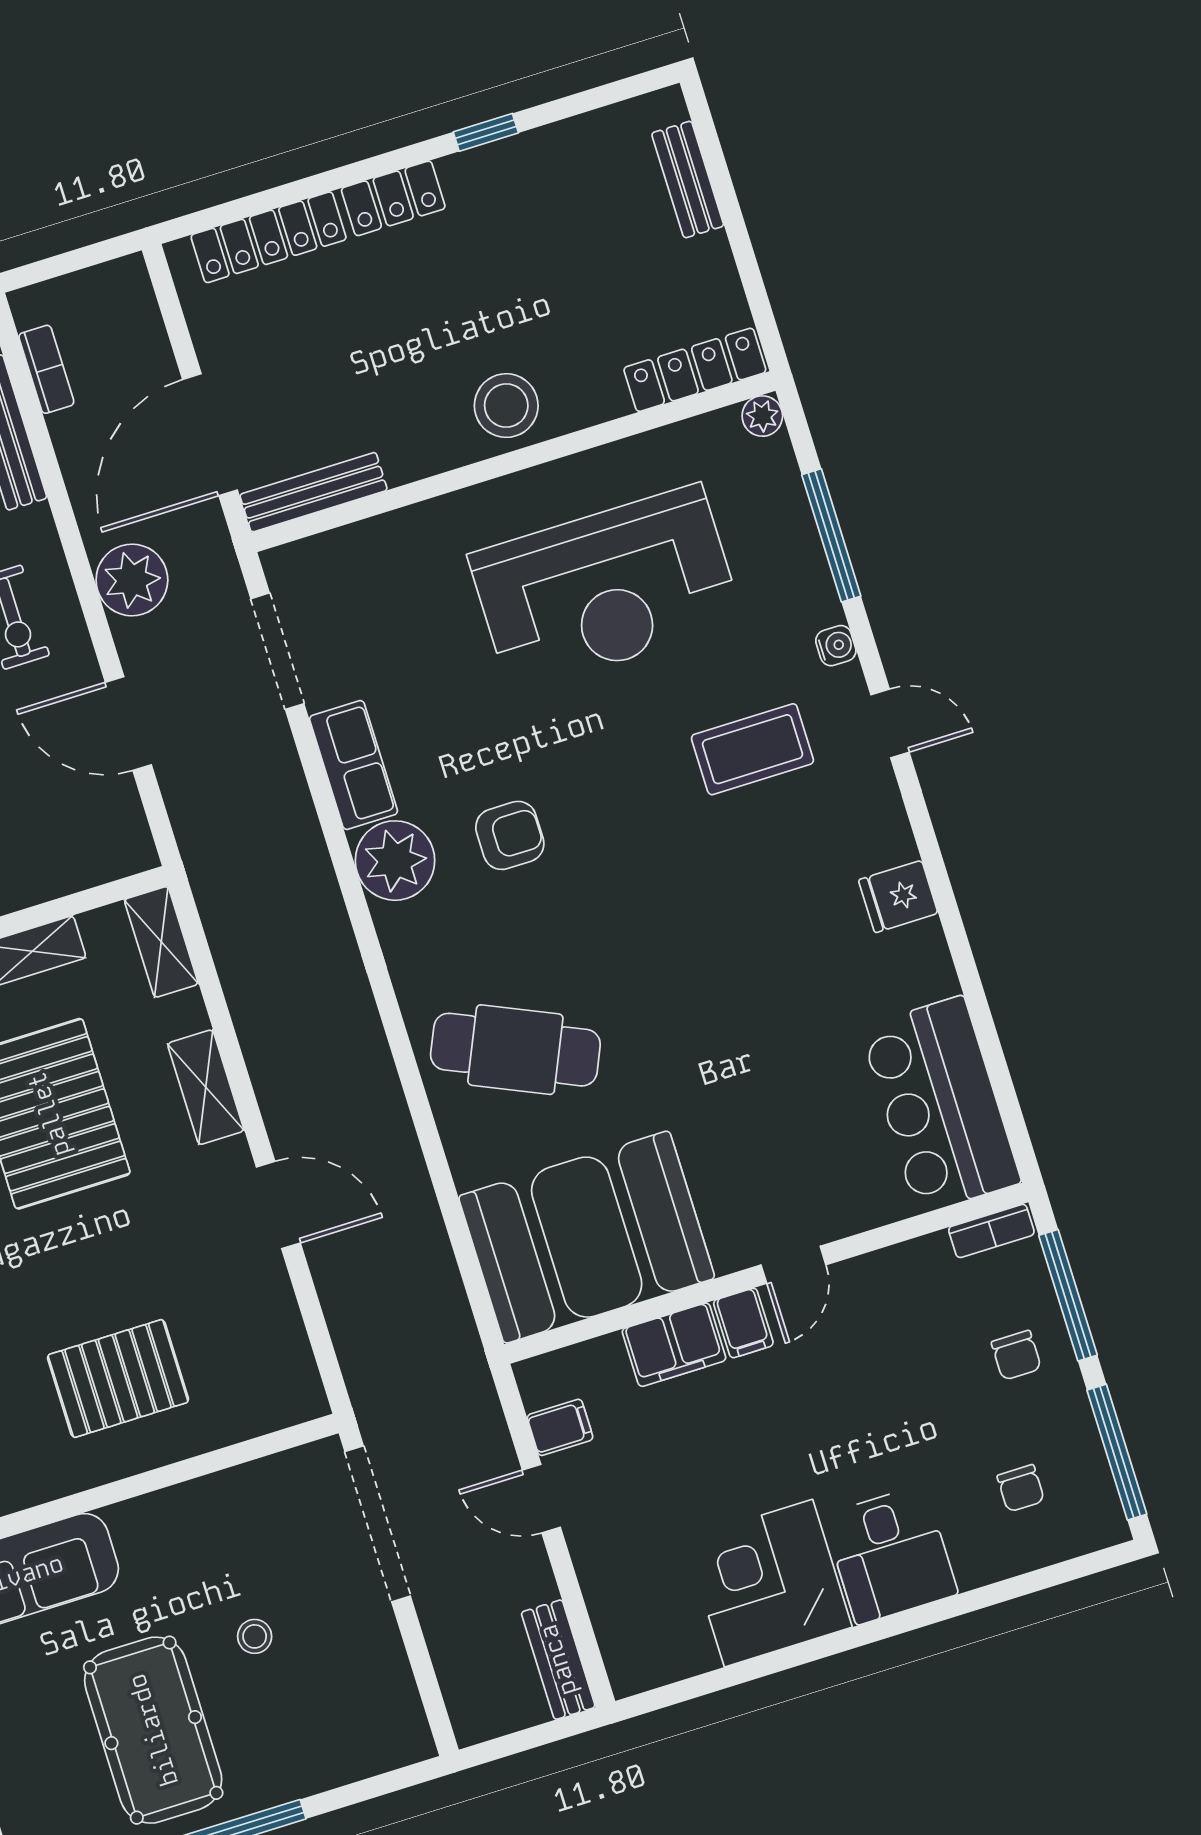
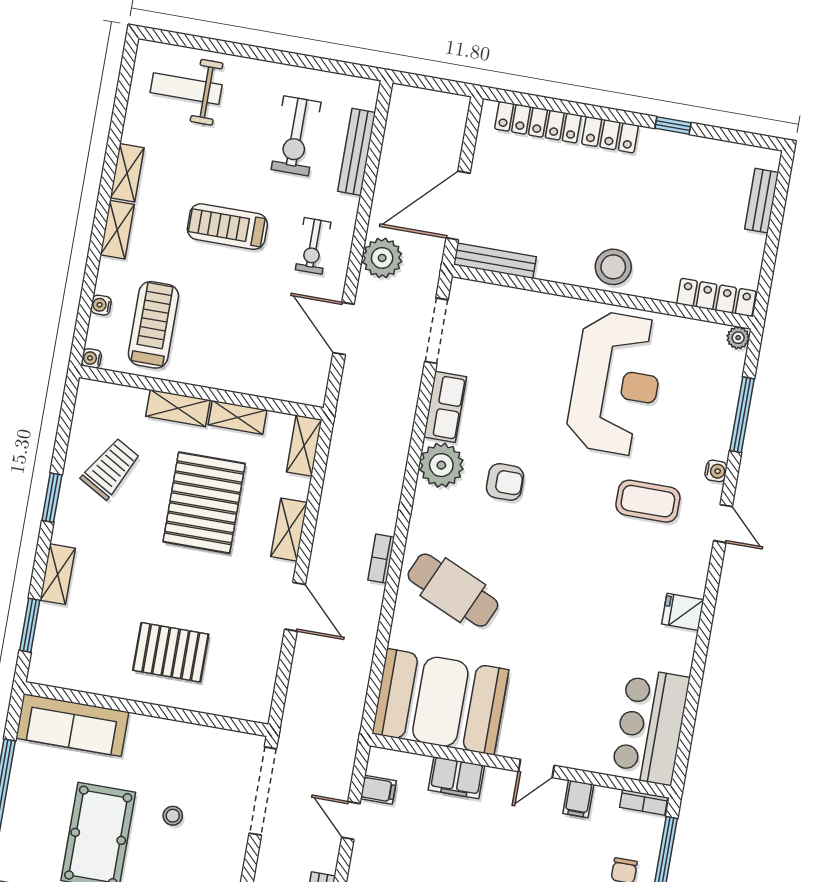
bookcase: (46, 369) -> (381, 559), moved, turned 180
reception desk: (606, 588) -> (616, 383), turned -90
filing cabinet: (743, 1323) -> (578, 799), moved

